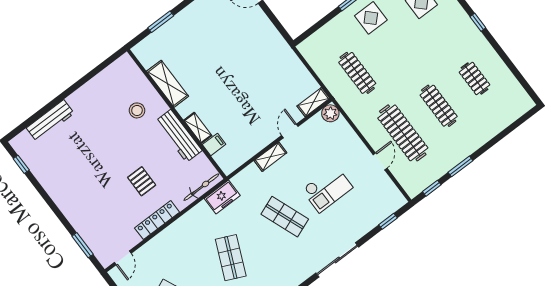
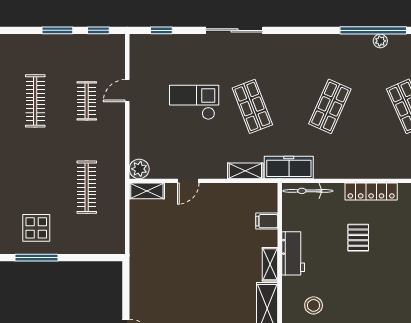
shelving: (198, 128) -> (270, 264), moved
clothes rail: (403, 133) -> (87, 101), width x0.54, depth x0.76
workbench: (179, 136) -> (293, 253), width x0.73
shelving: (270, 157) -> (245, 171), moved
freezer: (222, 197) -> (289, 167), width x1.40

